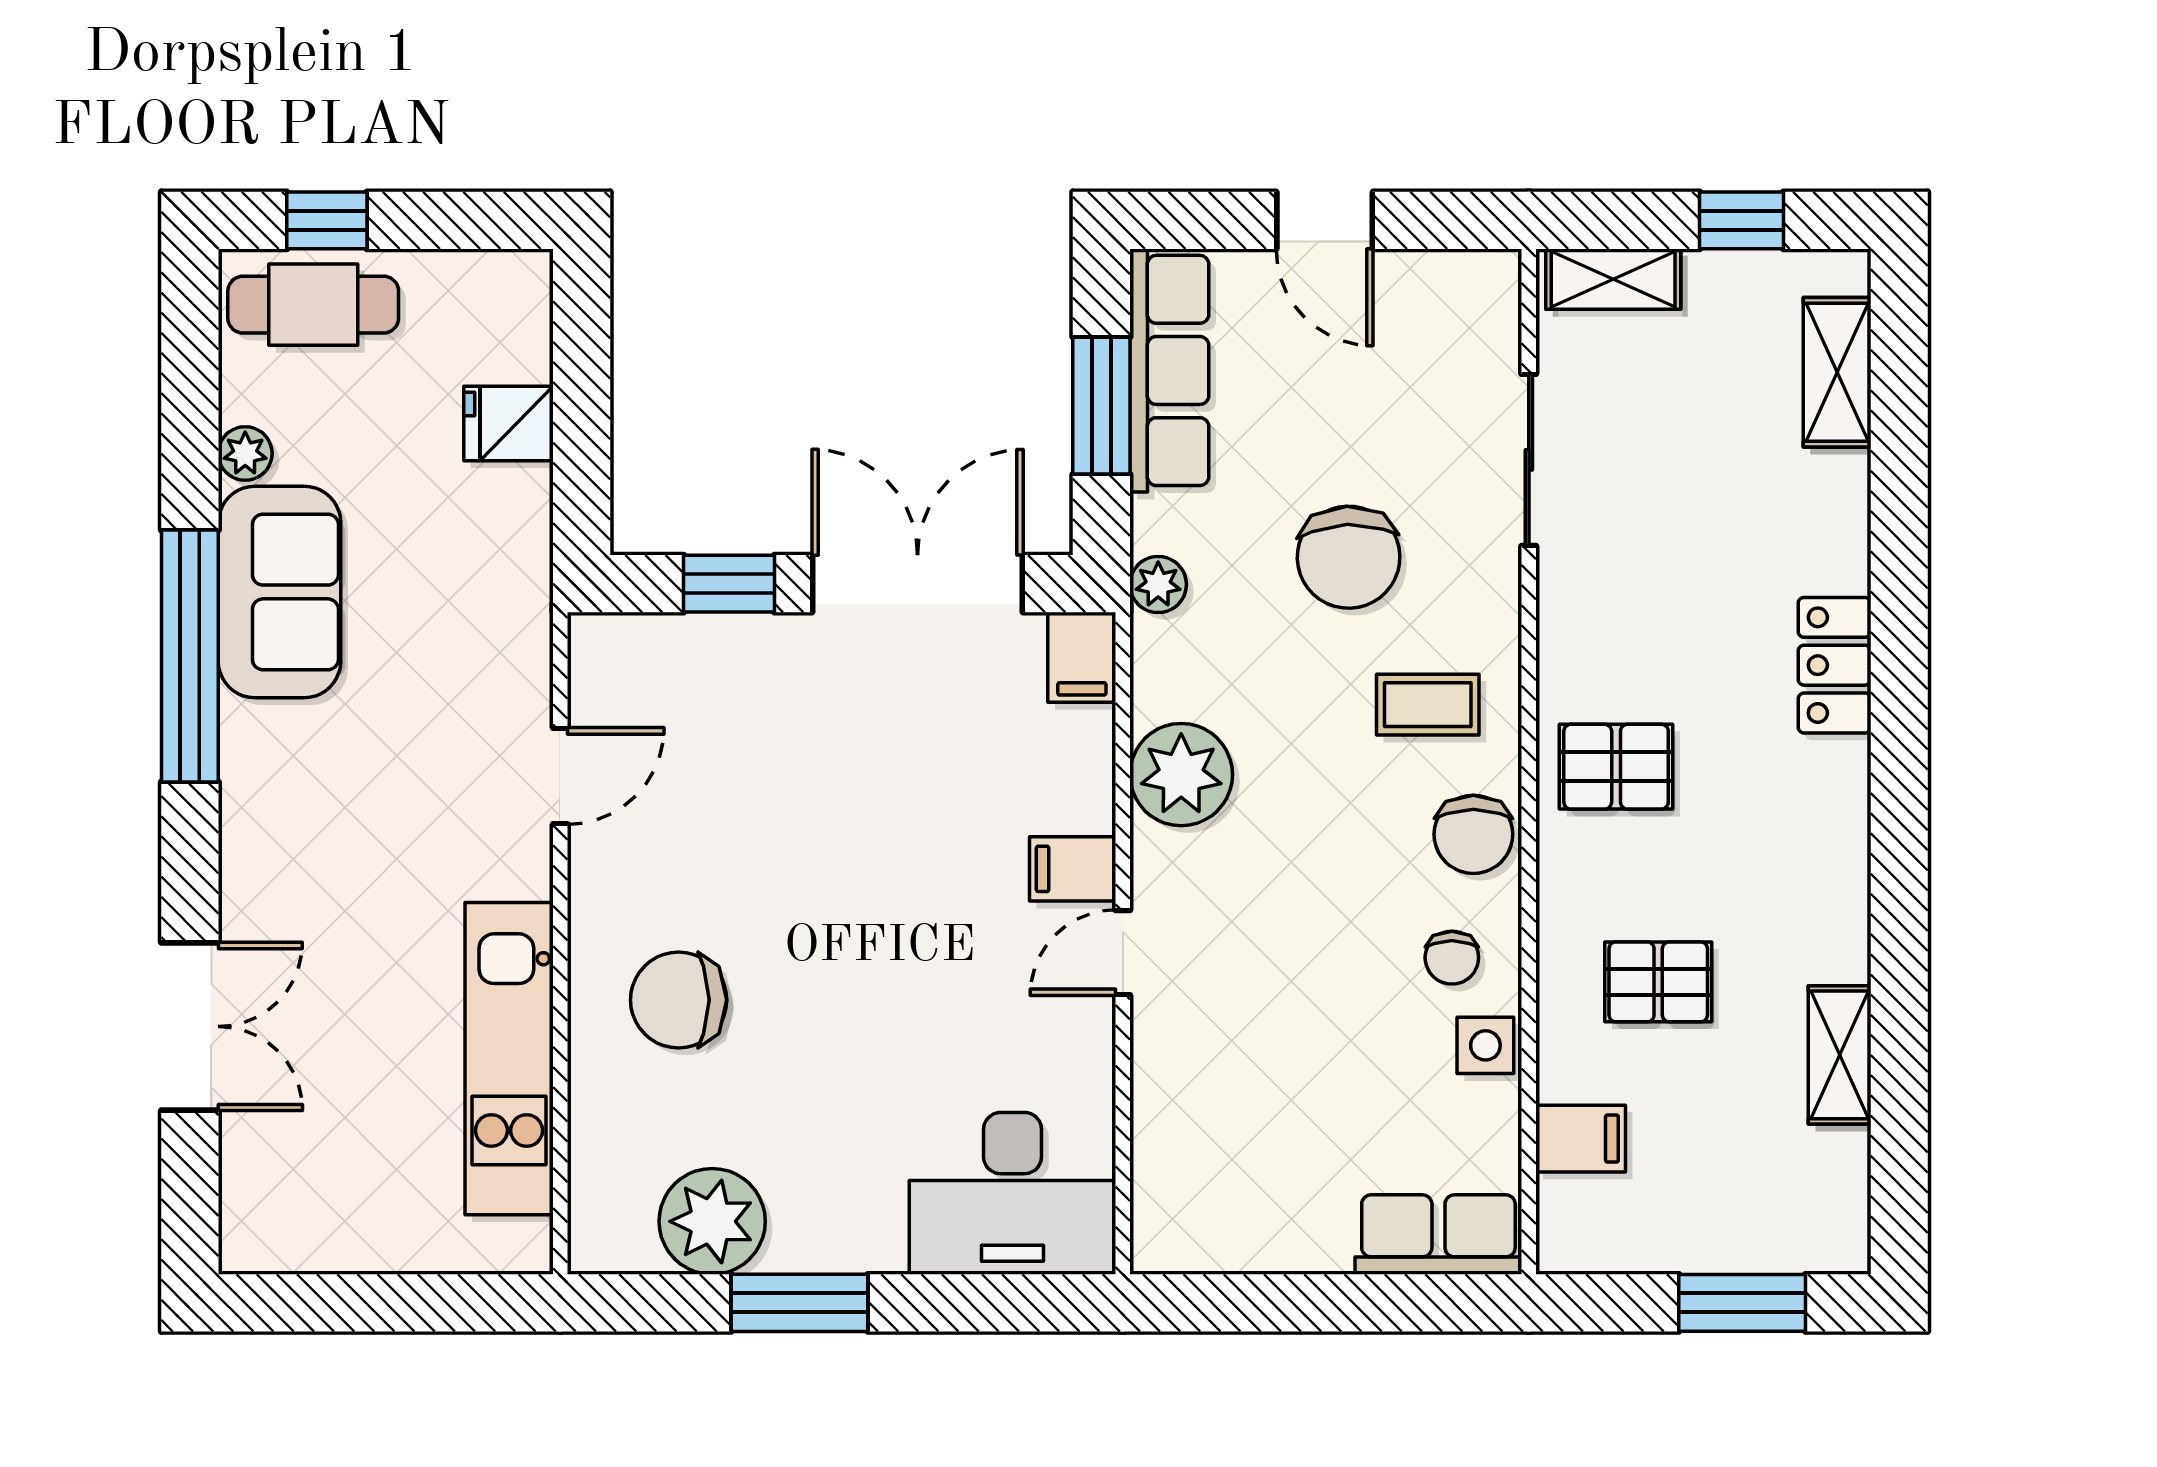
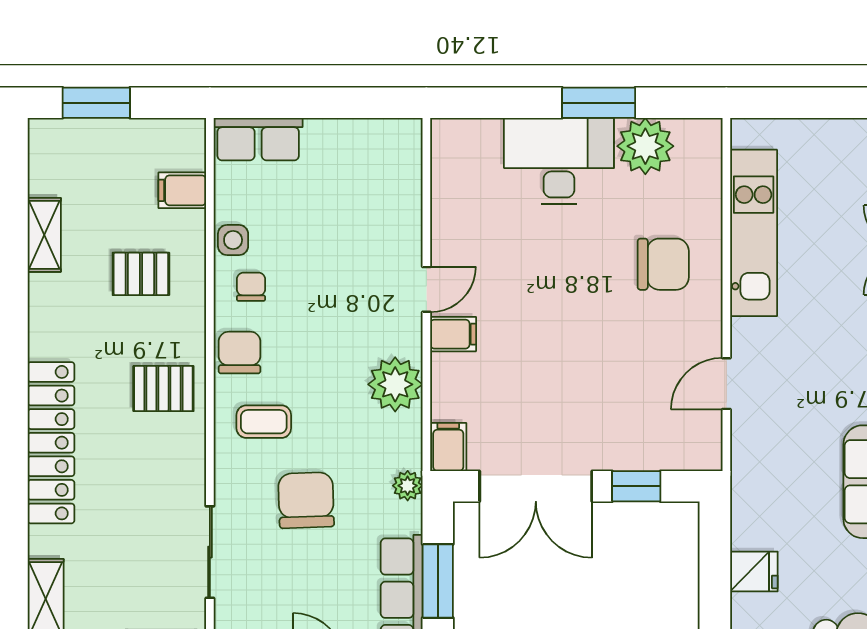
locker: (1835, 665) -> (51, 443), width x2.16, depth x1.21
desk: (1013, 1193) -> (559, 161), moved

